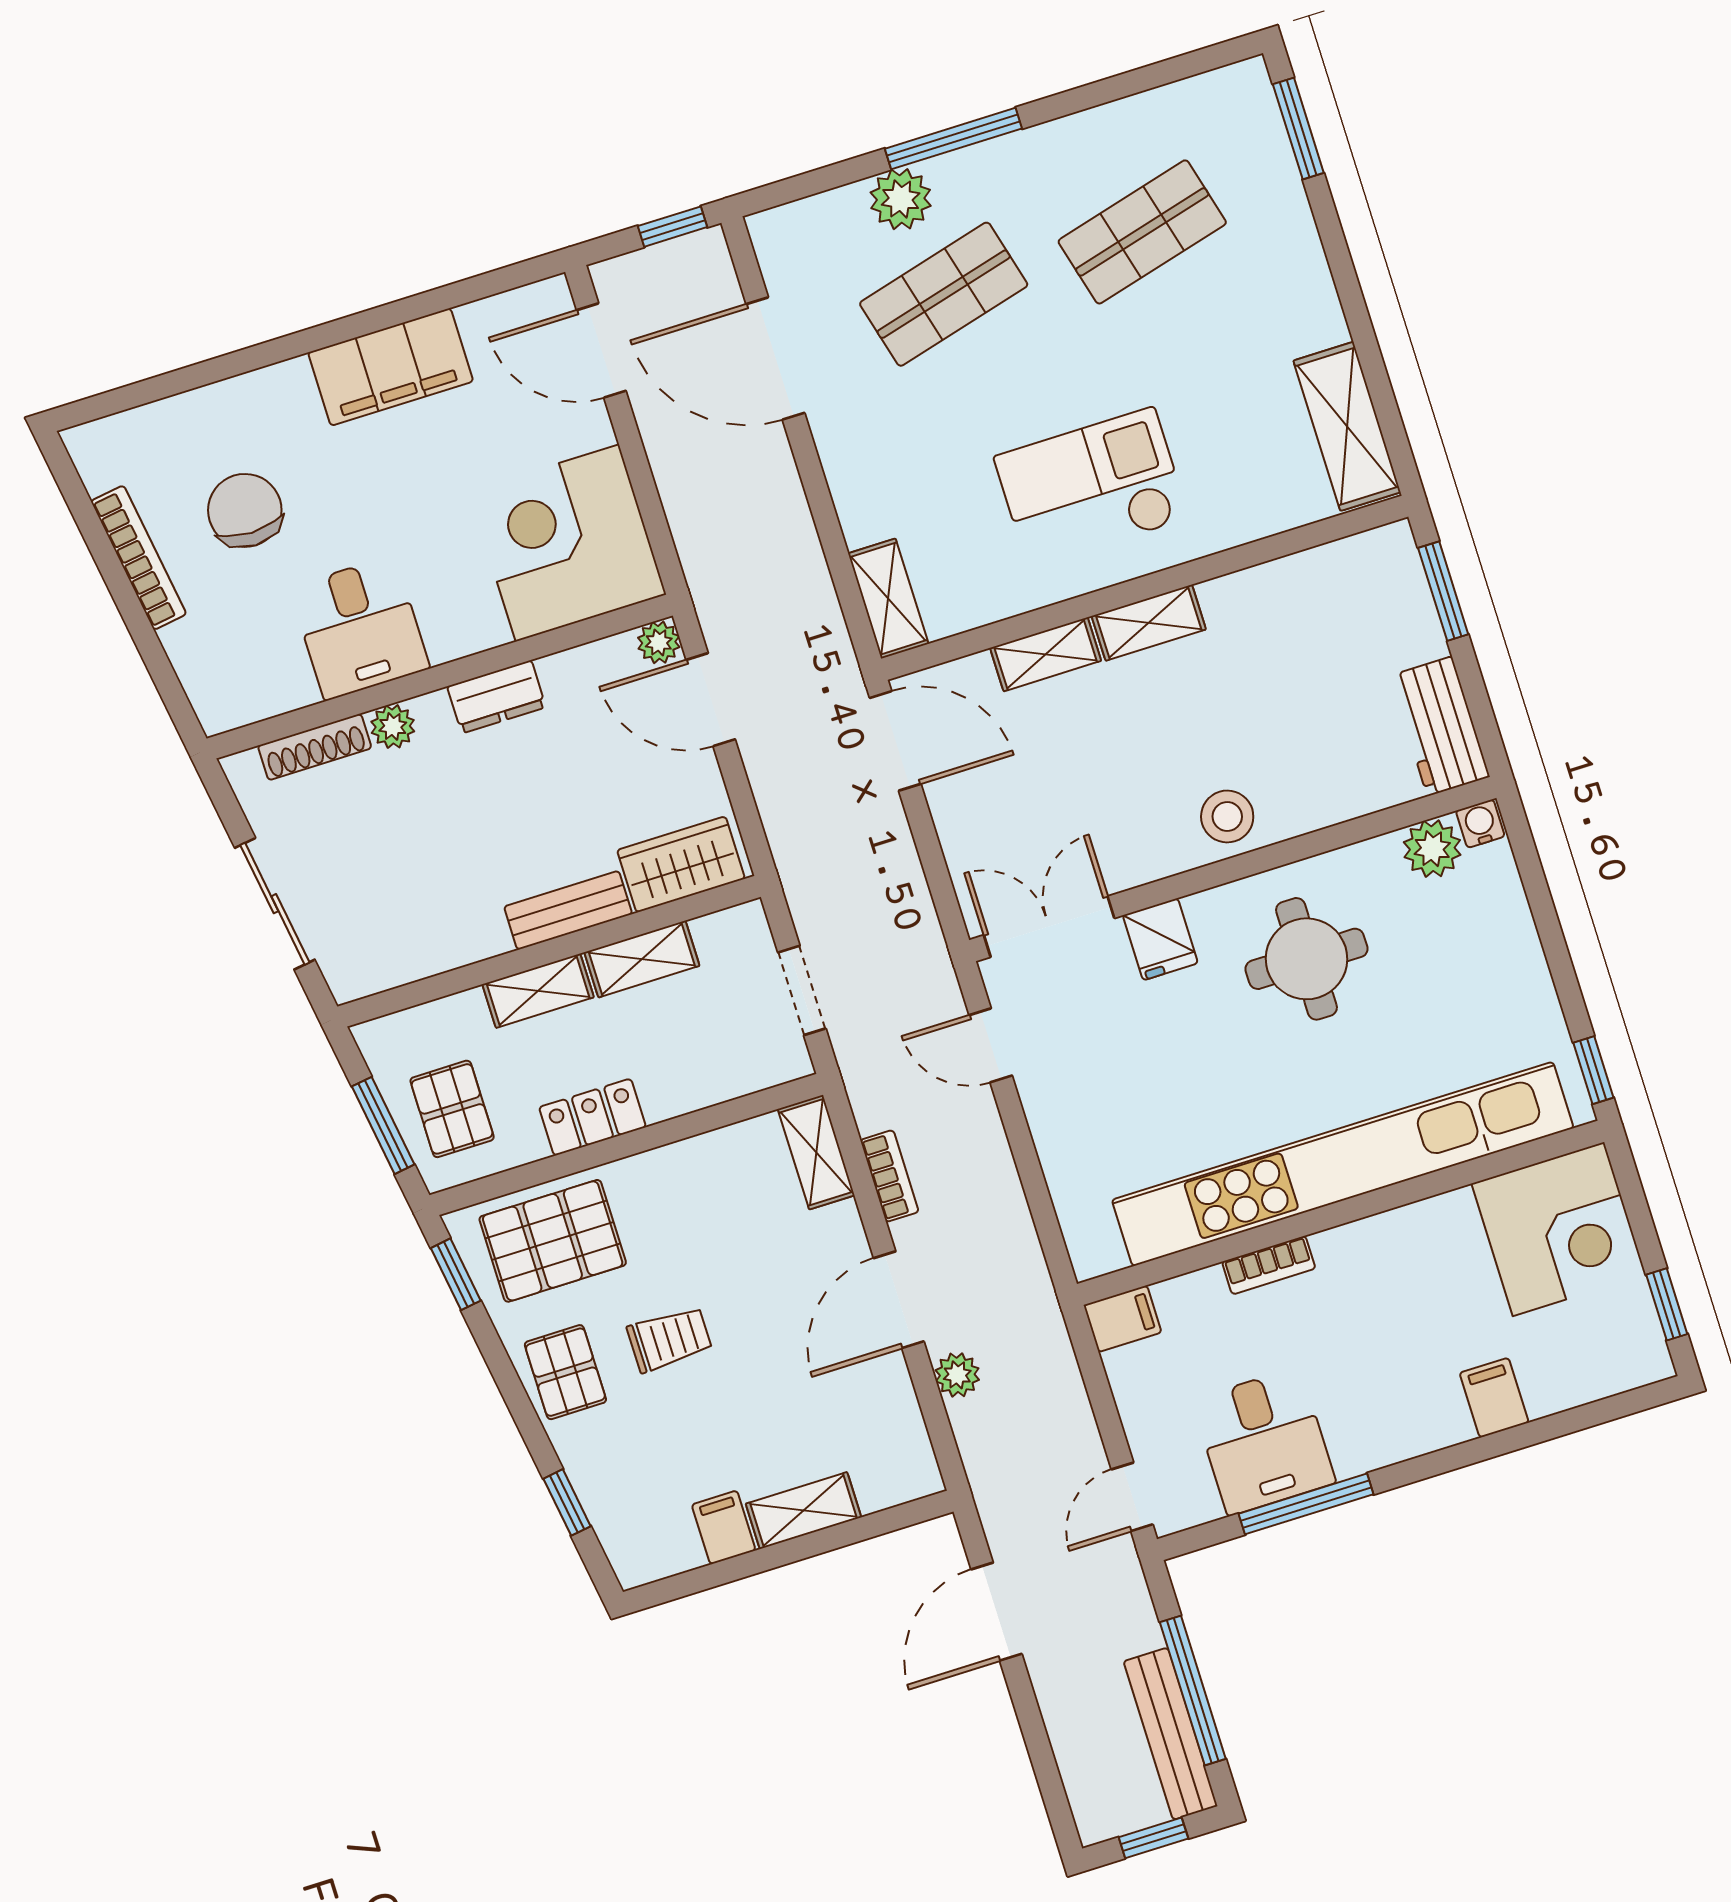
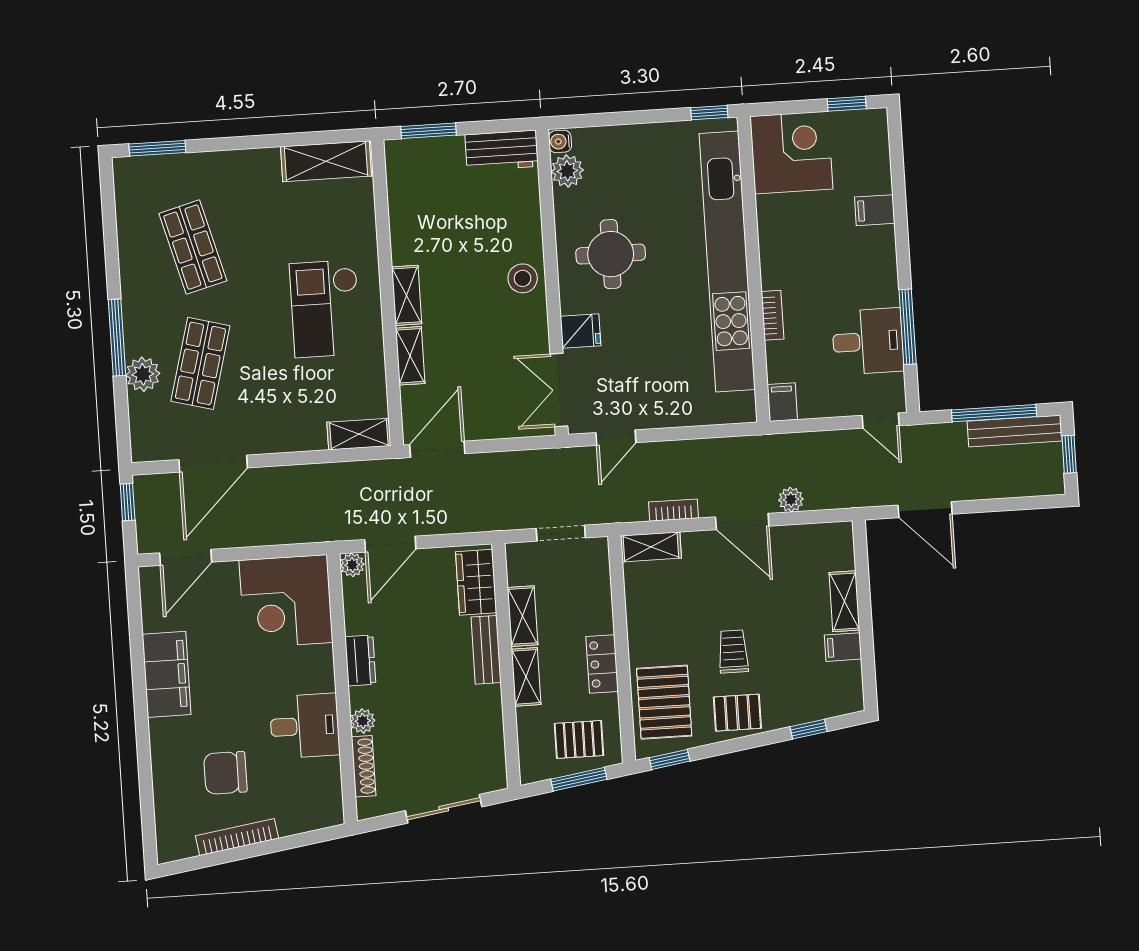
shop shelf: (944, 294) -> (200, 363), turned 30

